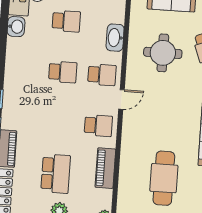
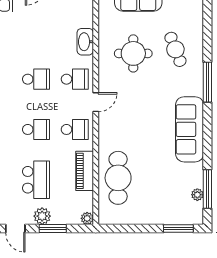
school desk: (66, 21) -> (36, 129), moved
cafe table: (164, 178) -> (118, 178), moved

